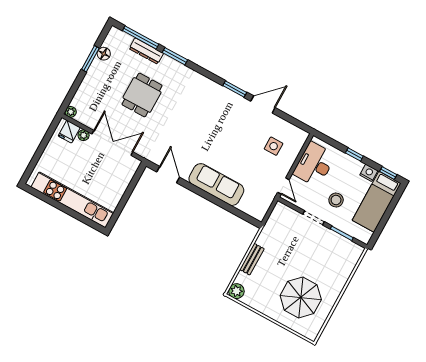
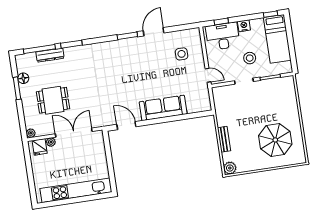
dining table: (142, 95) -> (53, 100), moved, turned 90
window: (354, 154) -> (221, 22), moved
desk: (314, 164) -> (223, 36), moved, turned 90
nightstand: (369, 173) -> (244, 26), moved

